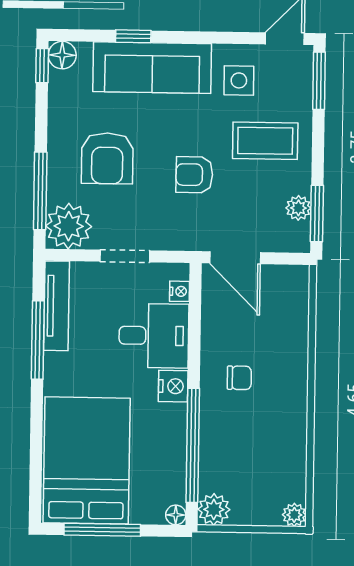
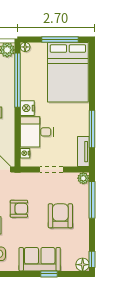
sofa: (152, 68) -> (40, 259), width x0.73
plant: (69, 226) -> (83, 178), width x0.53, depth x0.53
tv unit: (57, 306) -> (83, 152), width x0.71

